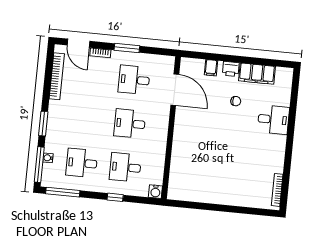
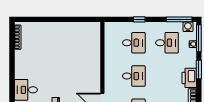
printer: (57, 114) -> (189, 78), added
water cooler: (155, 192) -> (188, 27), moved

